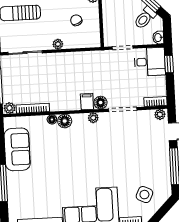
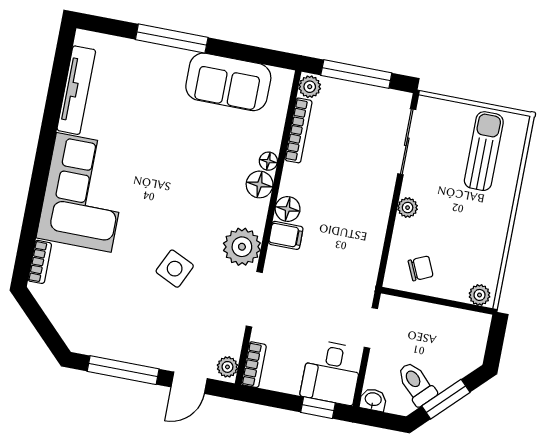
chair: (76, 20) -> (421, 268), moved
floor lamp: (101, 103) -> (288, 209), moved
plant: (93, 118) -> (242, 247), width x1.87, depth x1.87
side table: (144, 195) -> (175, 269), moved

